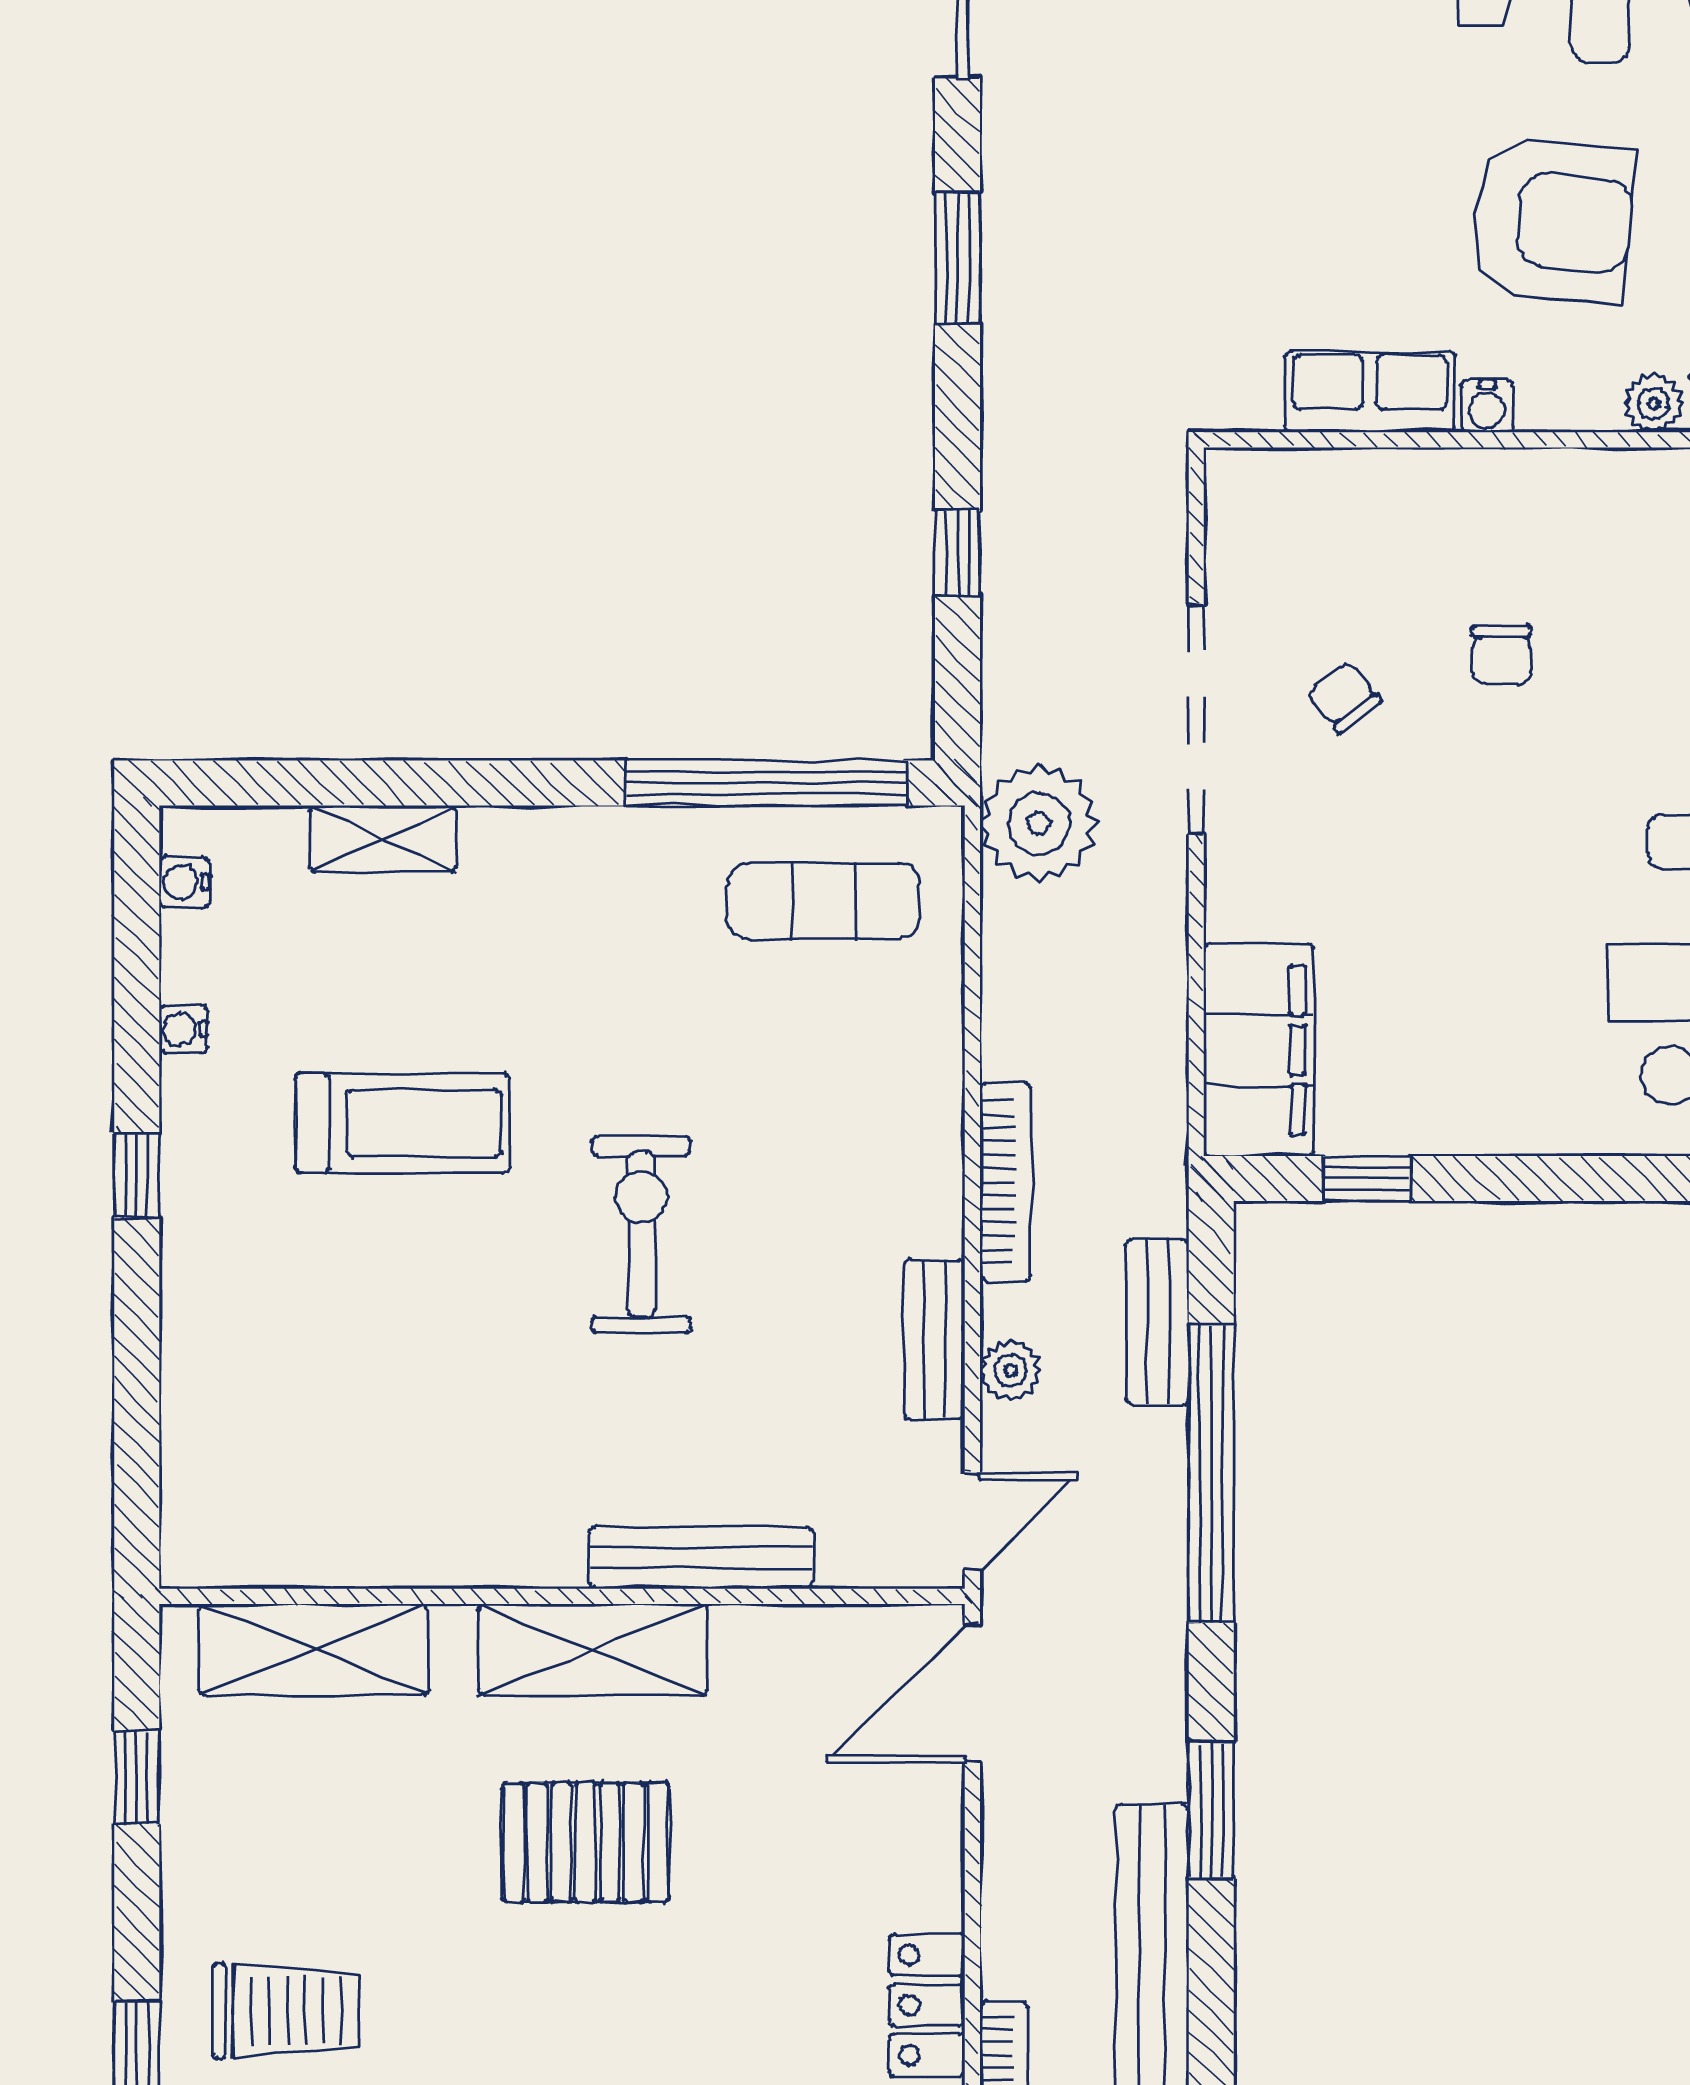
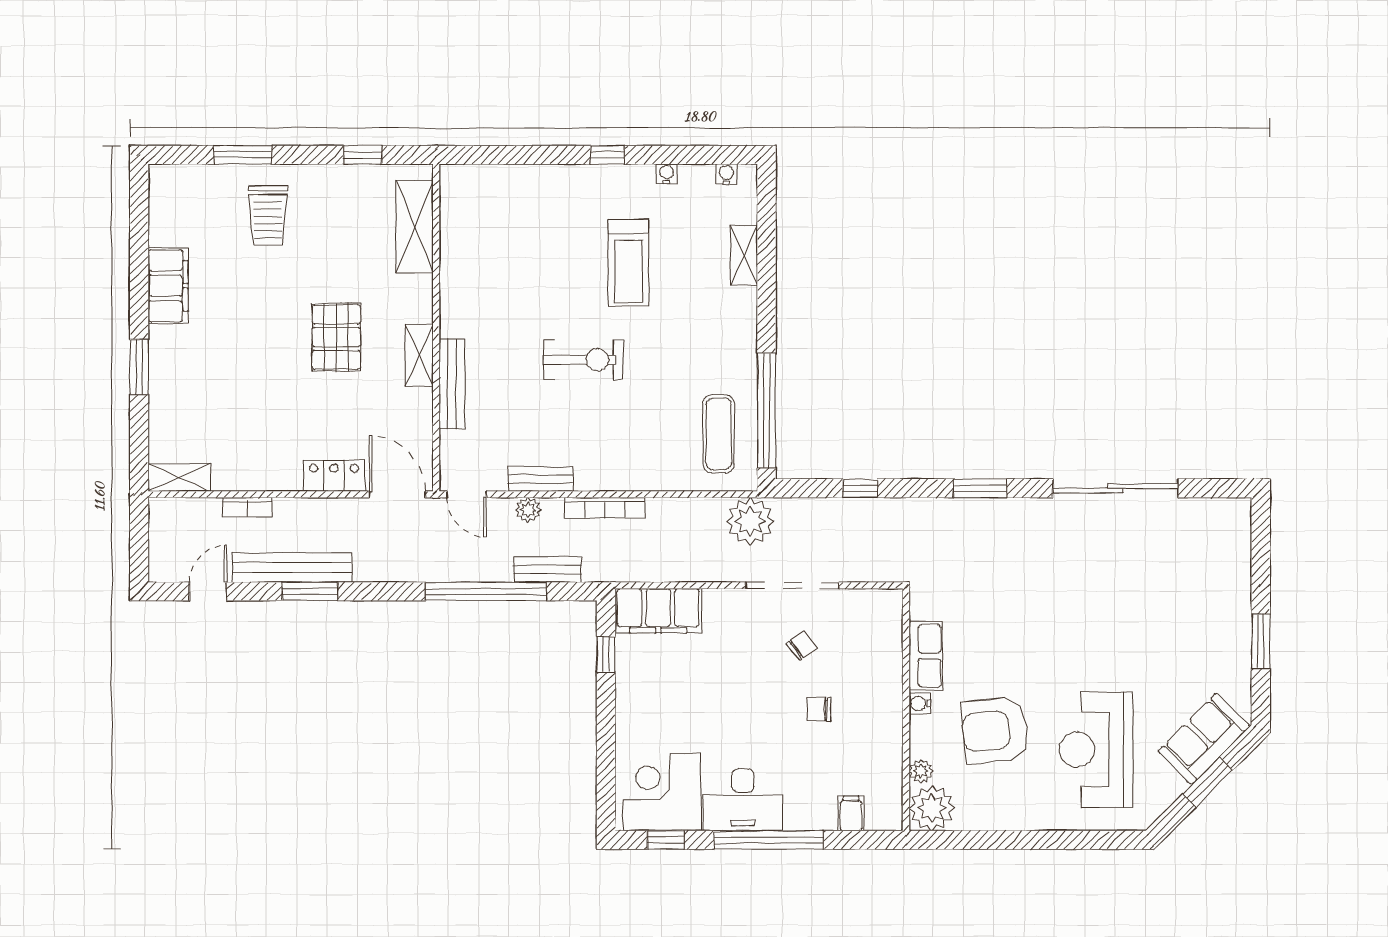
armchair: (1553, 221) -> (995, 730), turned 79
shelving: (593, 1650) -> (419, 356), width x0.67, depth x0.75
window: (1211, 1810) -> (310, 591), moved
locker: (927, 2005) -> (334, 476), moved

